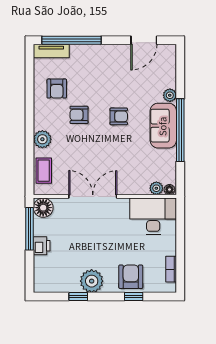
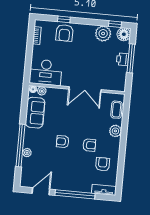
window: (72, 40) -> (75, 194), moved
sofa: (163, 126) -> (35, 113), moved
window: (180, 130) -> (21, 145), moved
floor lamp: (43, 208) -> (124, 34), moved
window: (30, 229) -> (131, 58), moved
plant: (92, 281) -> (103, 34), moved
window: (78, 297) -> (115, 24), moved

